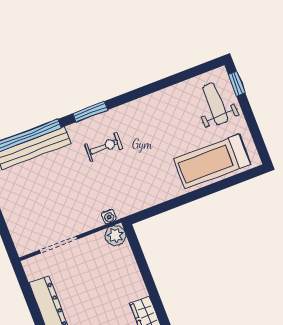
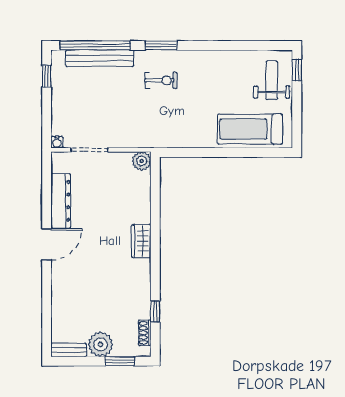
water cooler: (109, 216) -> (57, 142), moved

